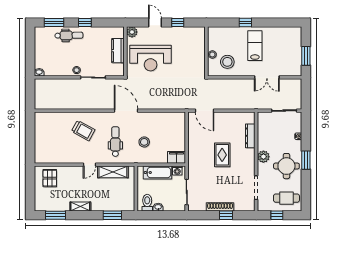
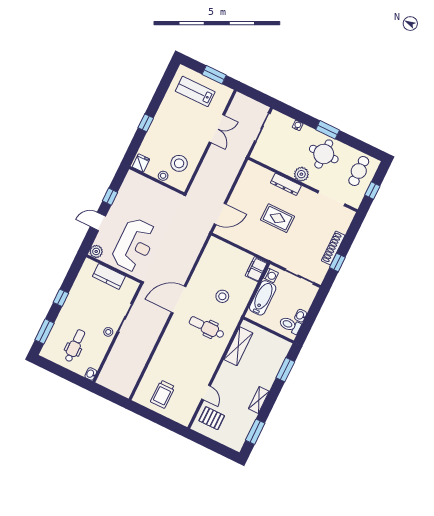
fridge: (214, 33) -> (141, 163), added
dental chair: (69, 35) -> (75, 346), moved
lab bench: (255, 46) -> (195, 91), moved
trolley: (83, 130) -> (163, 394), moved, turned 151
dresser: (250, 136) -> (286, 184), moved
door: (90, 165) -> (206, 393), moved
window: (226, 215) -> (337, 262), moved

